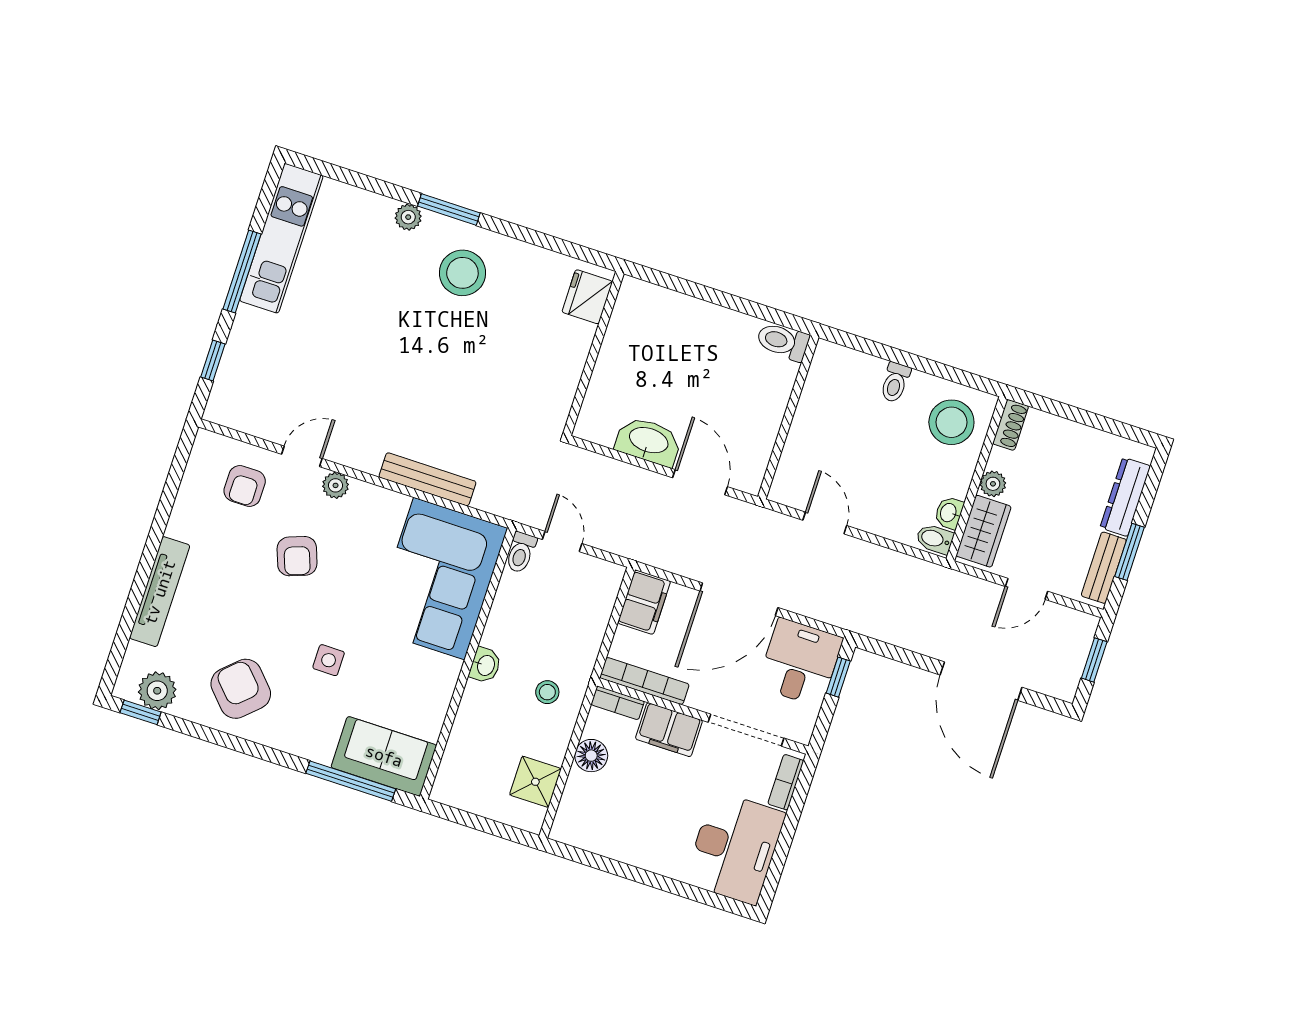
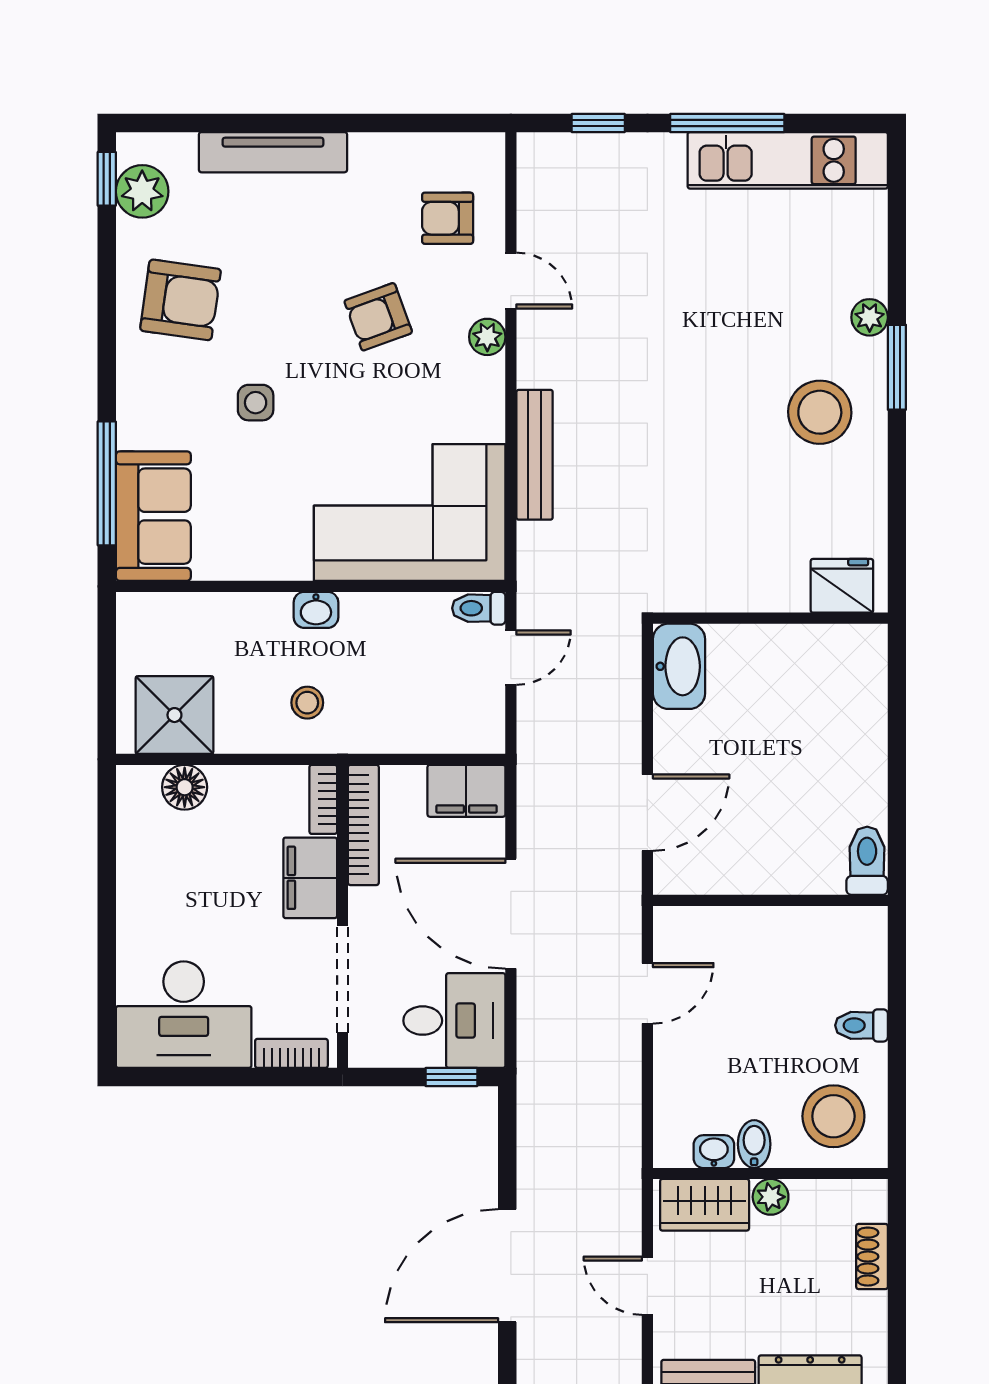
shoe rack: (1011, 425) -> (872, 1257), moved, turned 90
washbasin: (648, 441) -> (679, 666), moved
bidet: (935, 539) -> (754, 1144), moved
armchair: (241, 689) -> (181, 300), turned 51
floor lamp: (591, 756) -> (185, 787), moved
shower: (535, 782) -> (174, 715), width x1.36, depth x1.36

